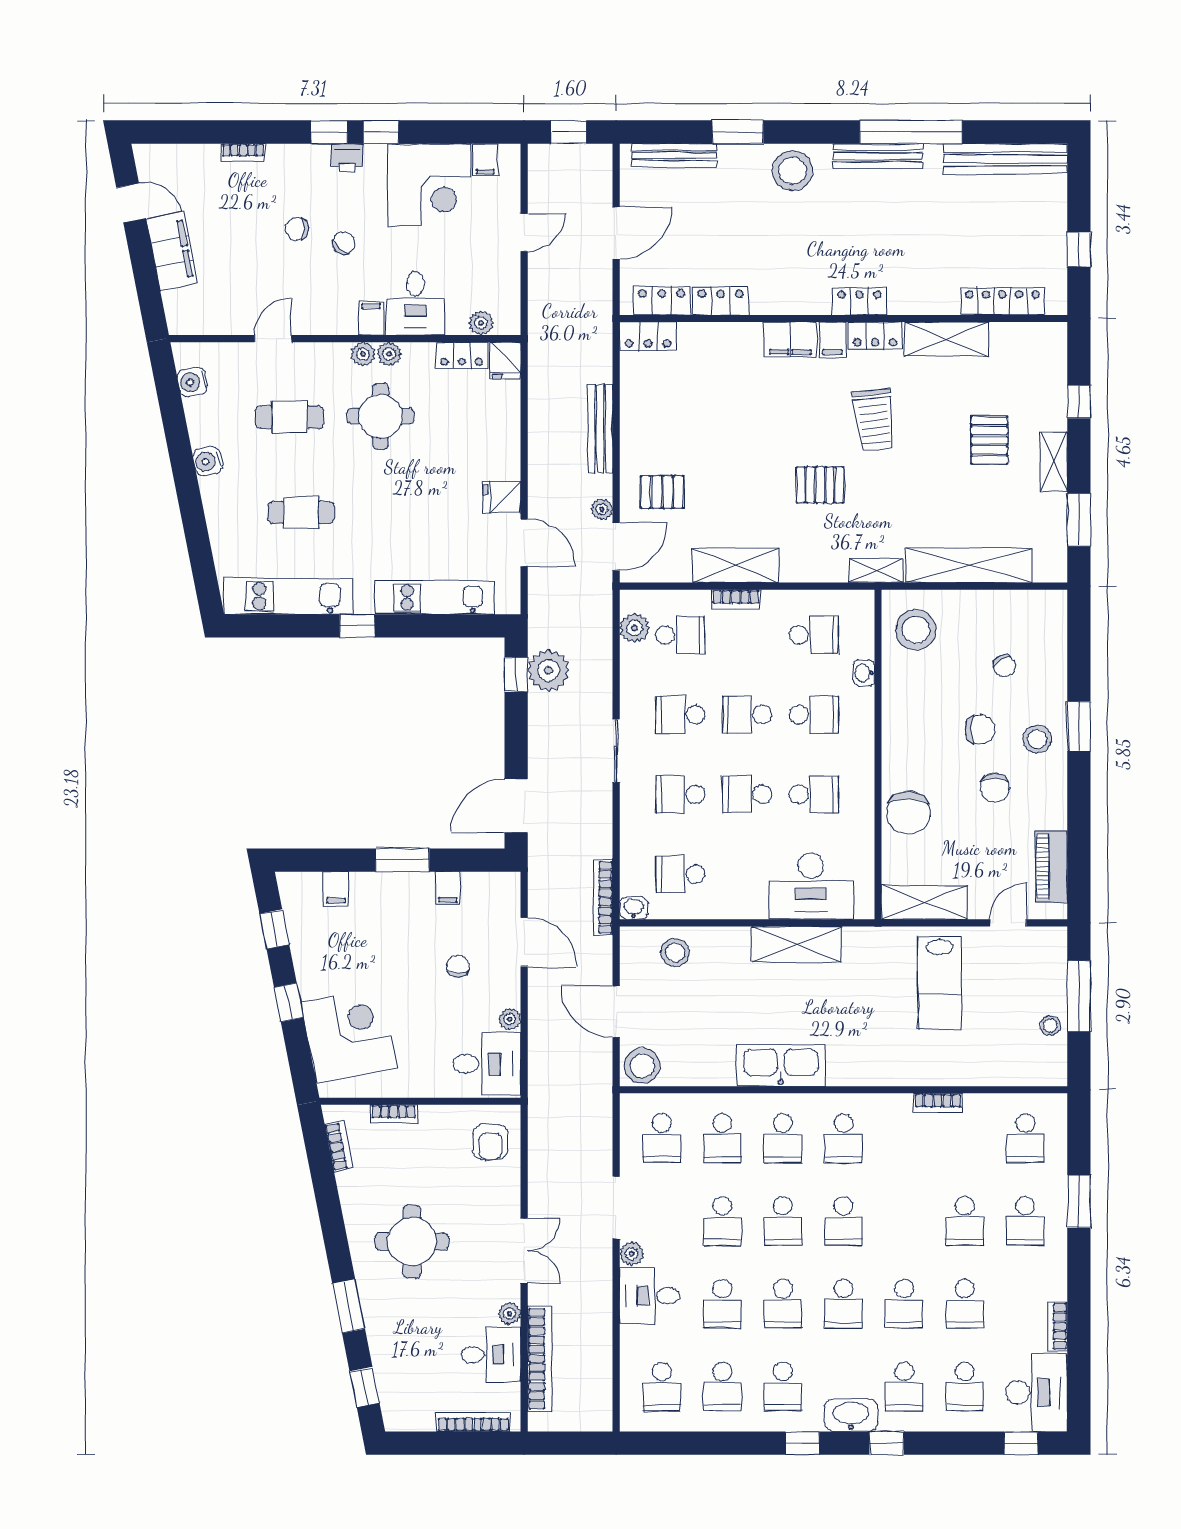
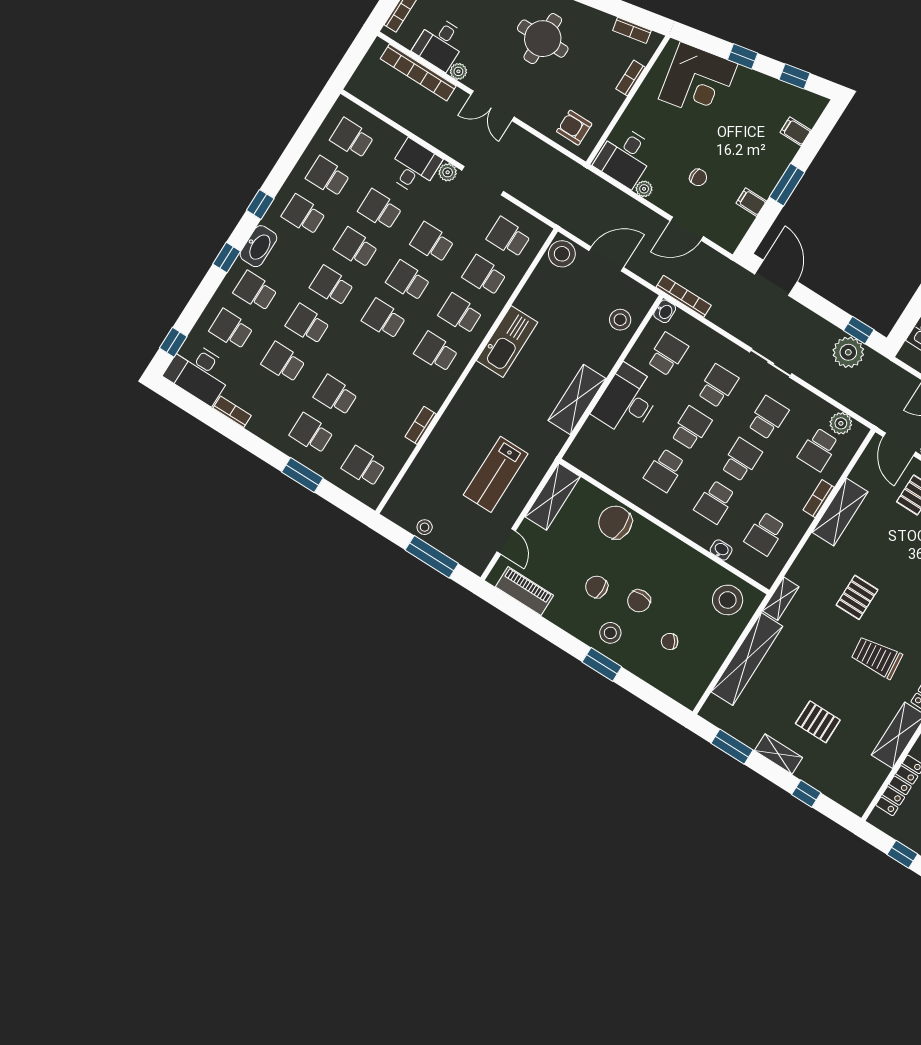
desk: (811, 886) -> (627, 401), moved
lab bench: (940, 983) -> (496, 474), turned -90

